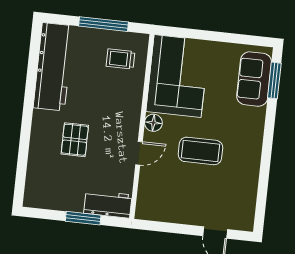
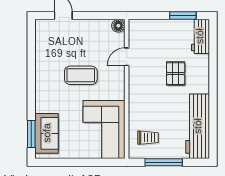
floor lamp: (153, 123) -> (118, 26), moved
door: (139, 153) -> (127, 57), moved
workbench: (108, 204) -> (200, 36), moved, turned 90
window: (83, 218) -> (183, 16), moved

